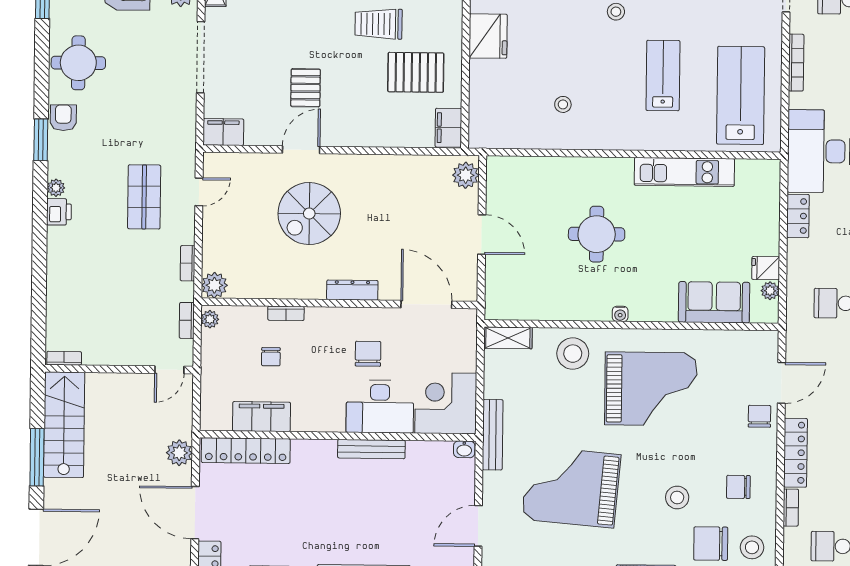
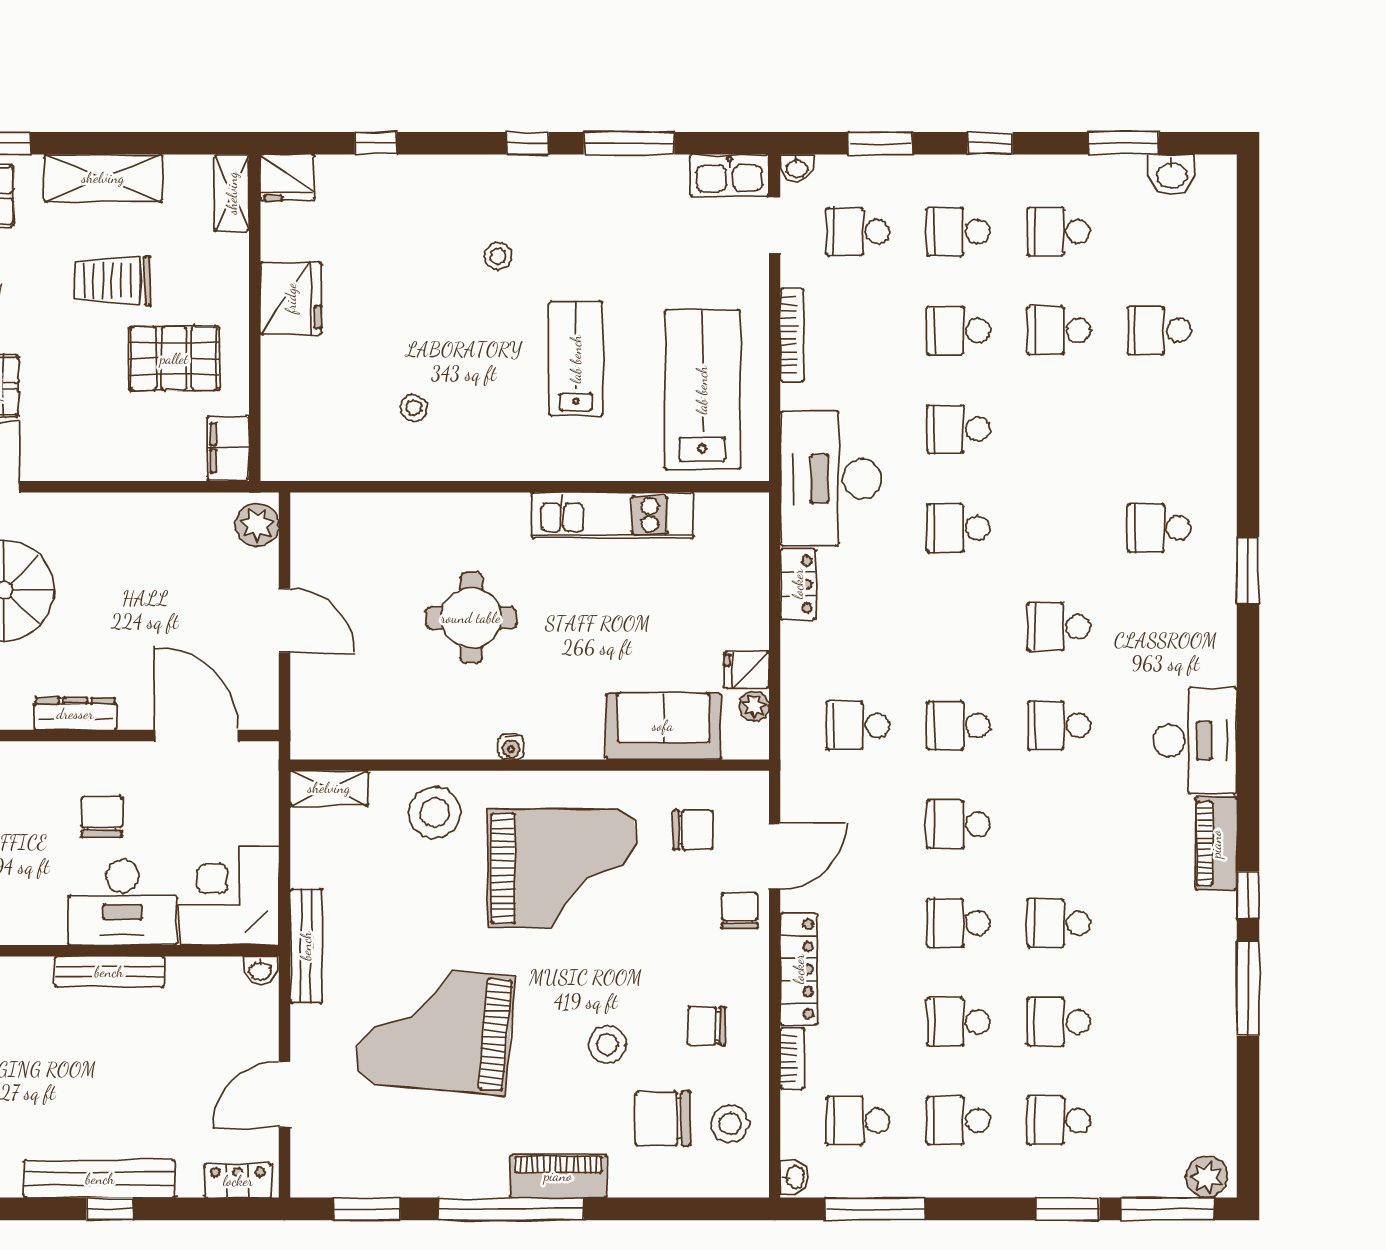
chair: (731, 366) -> (693, 830), added

